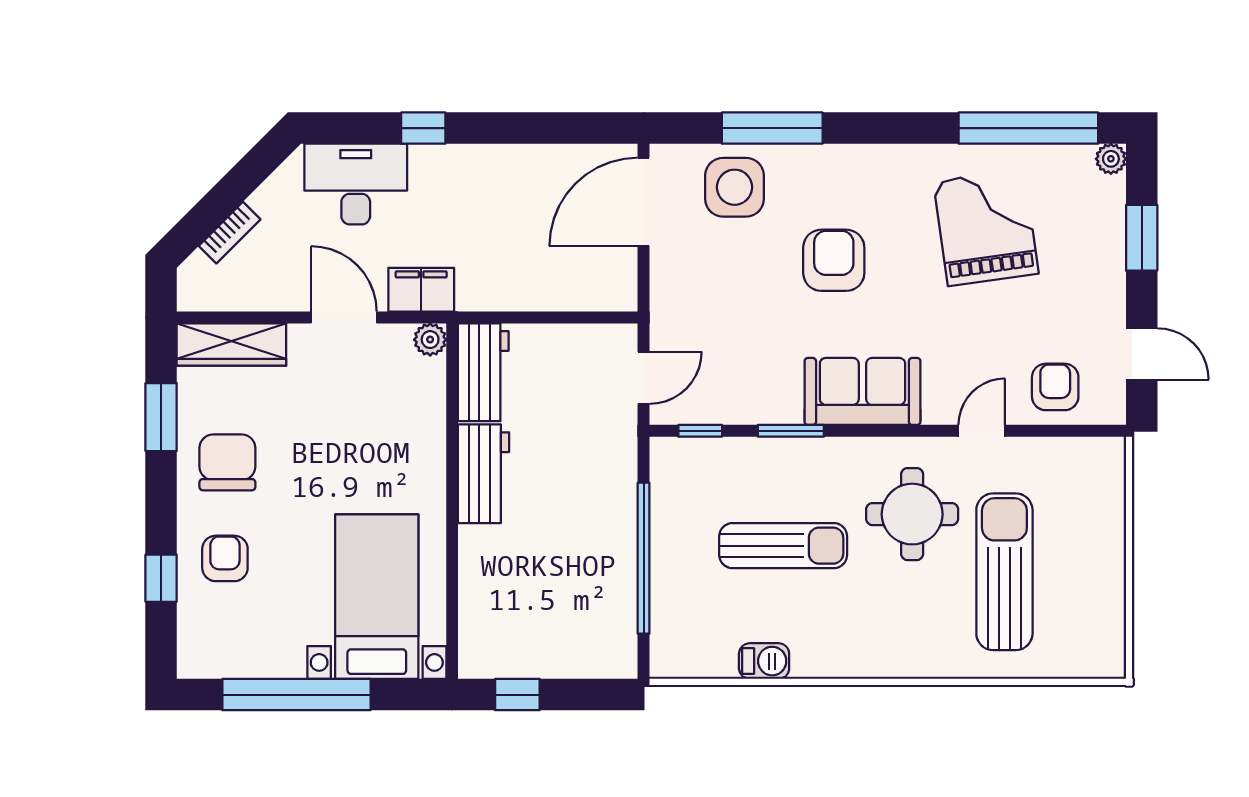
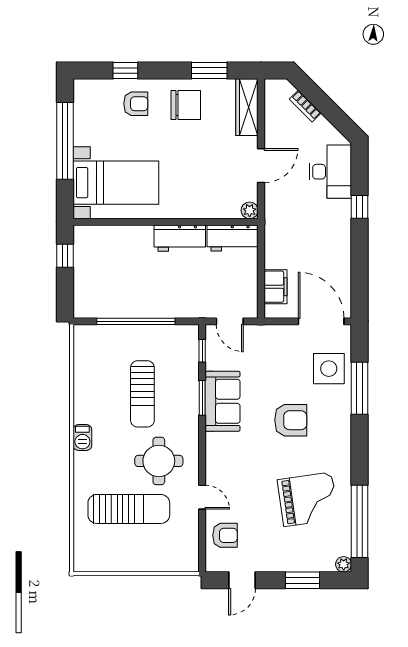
filing cabinet: (421, 290) -> (275, 287), moved
sofa: (862, 391) -> (223, 401), moved
barbecue: (764, 661) -> (82, 438), moved

